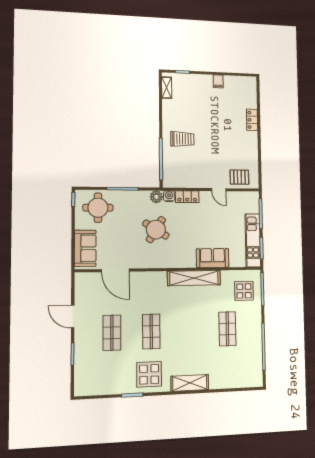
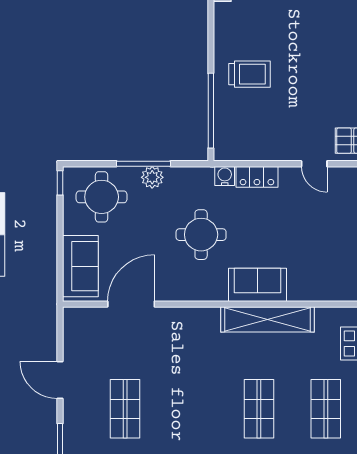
plant: (156, 197) -> (152, 177), moved
round table: (156, 230) -> (201, 235), turned -32
sofa: (213, 258) -> (257, 285), moved
door: (115, 270) -> (131, 304), swing flipped
shop shelf: (151, 331) -> (259, 409), moved

